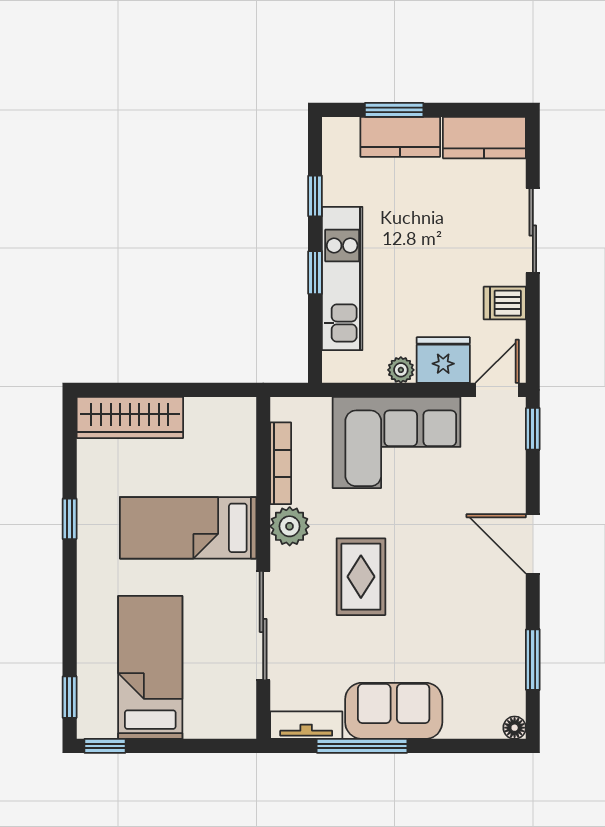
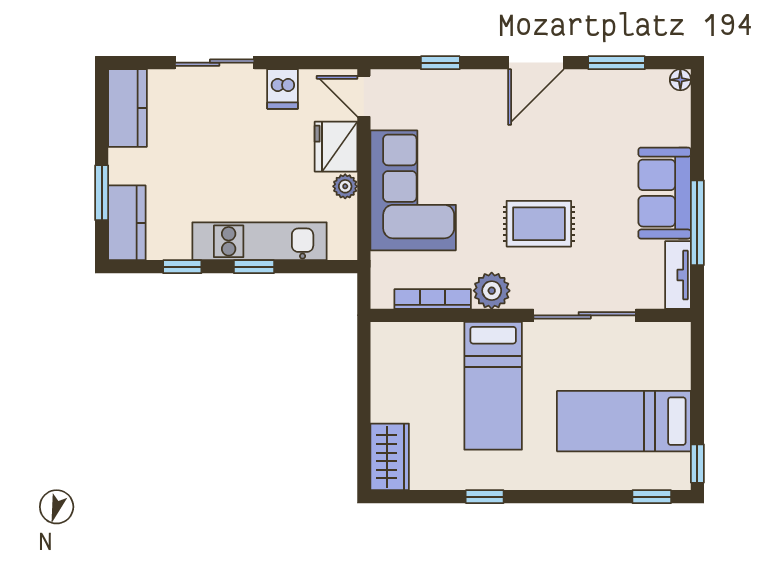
kitchen counter: (400, 137) -> (127, 223), moved
wardrobe: (130, 417) -> (390, 457), width x0.67
window: (533, 429) -> (440, 63), moved
door: (533, 544) -> (536, 63), moved

